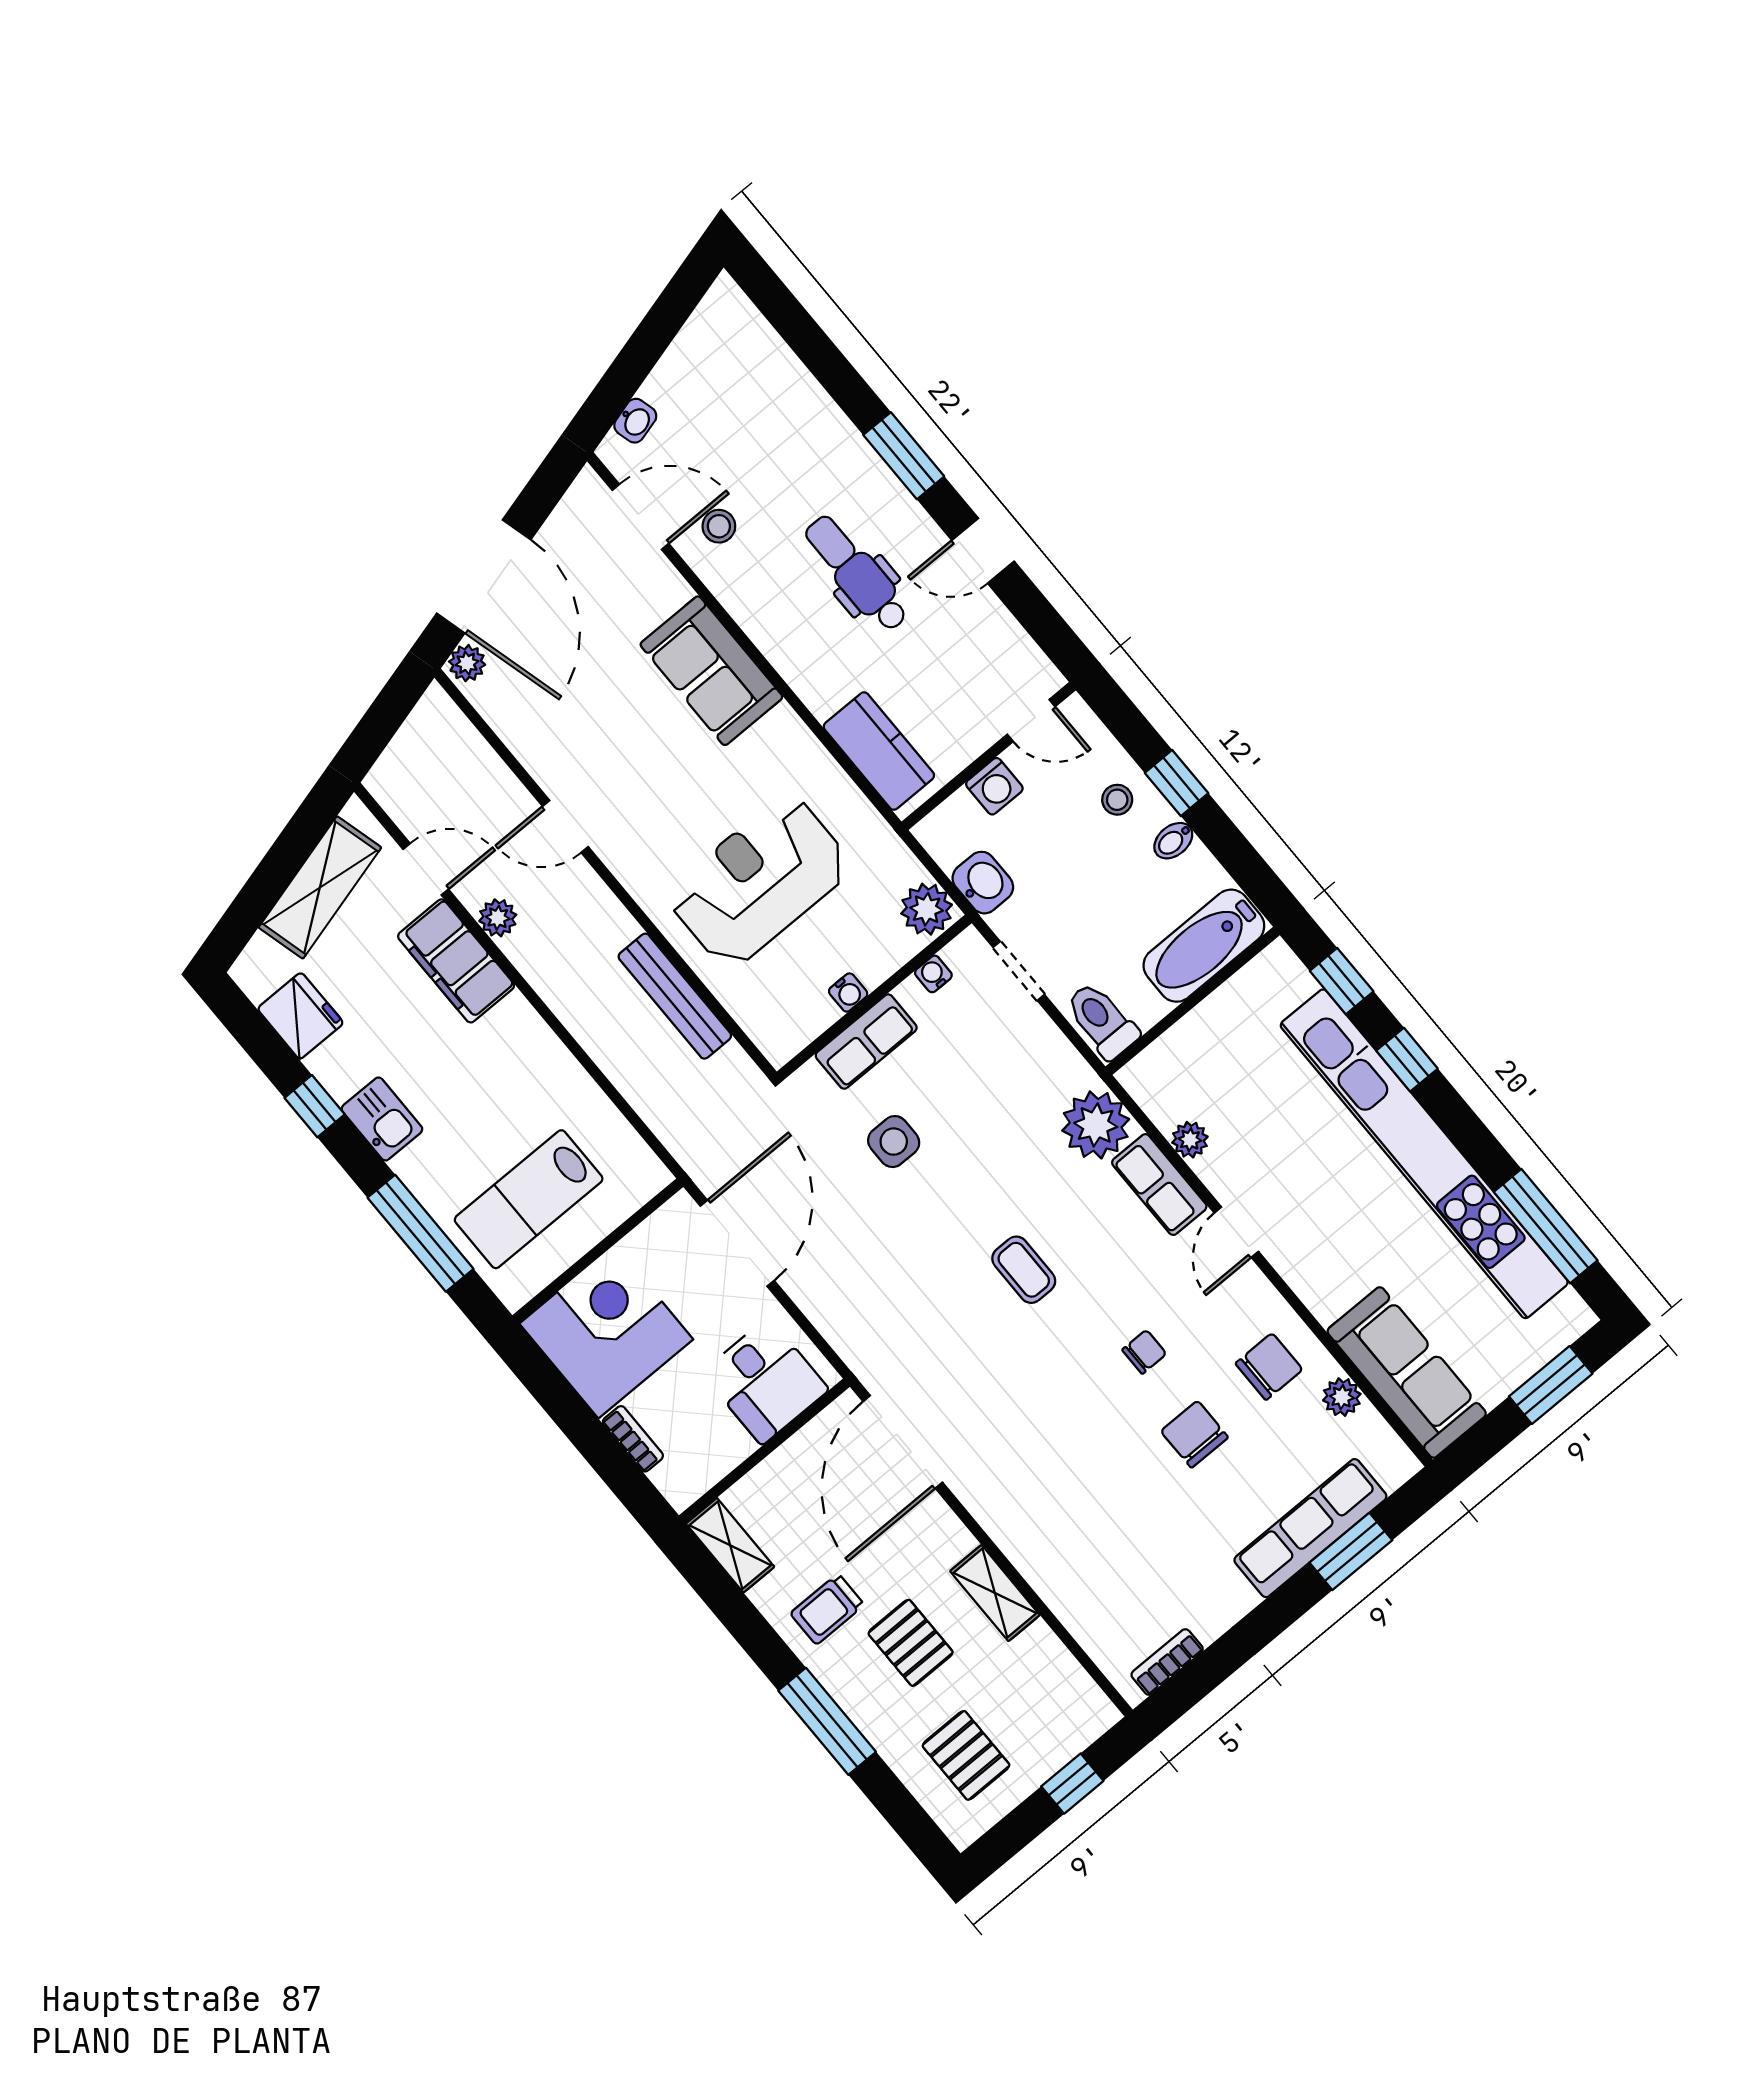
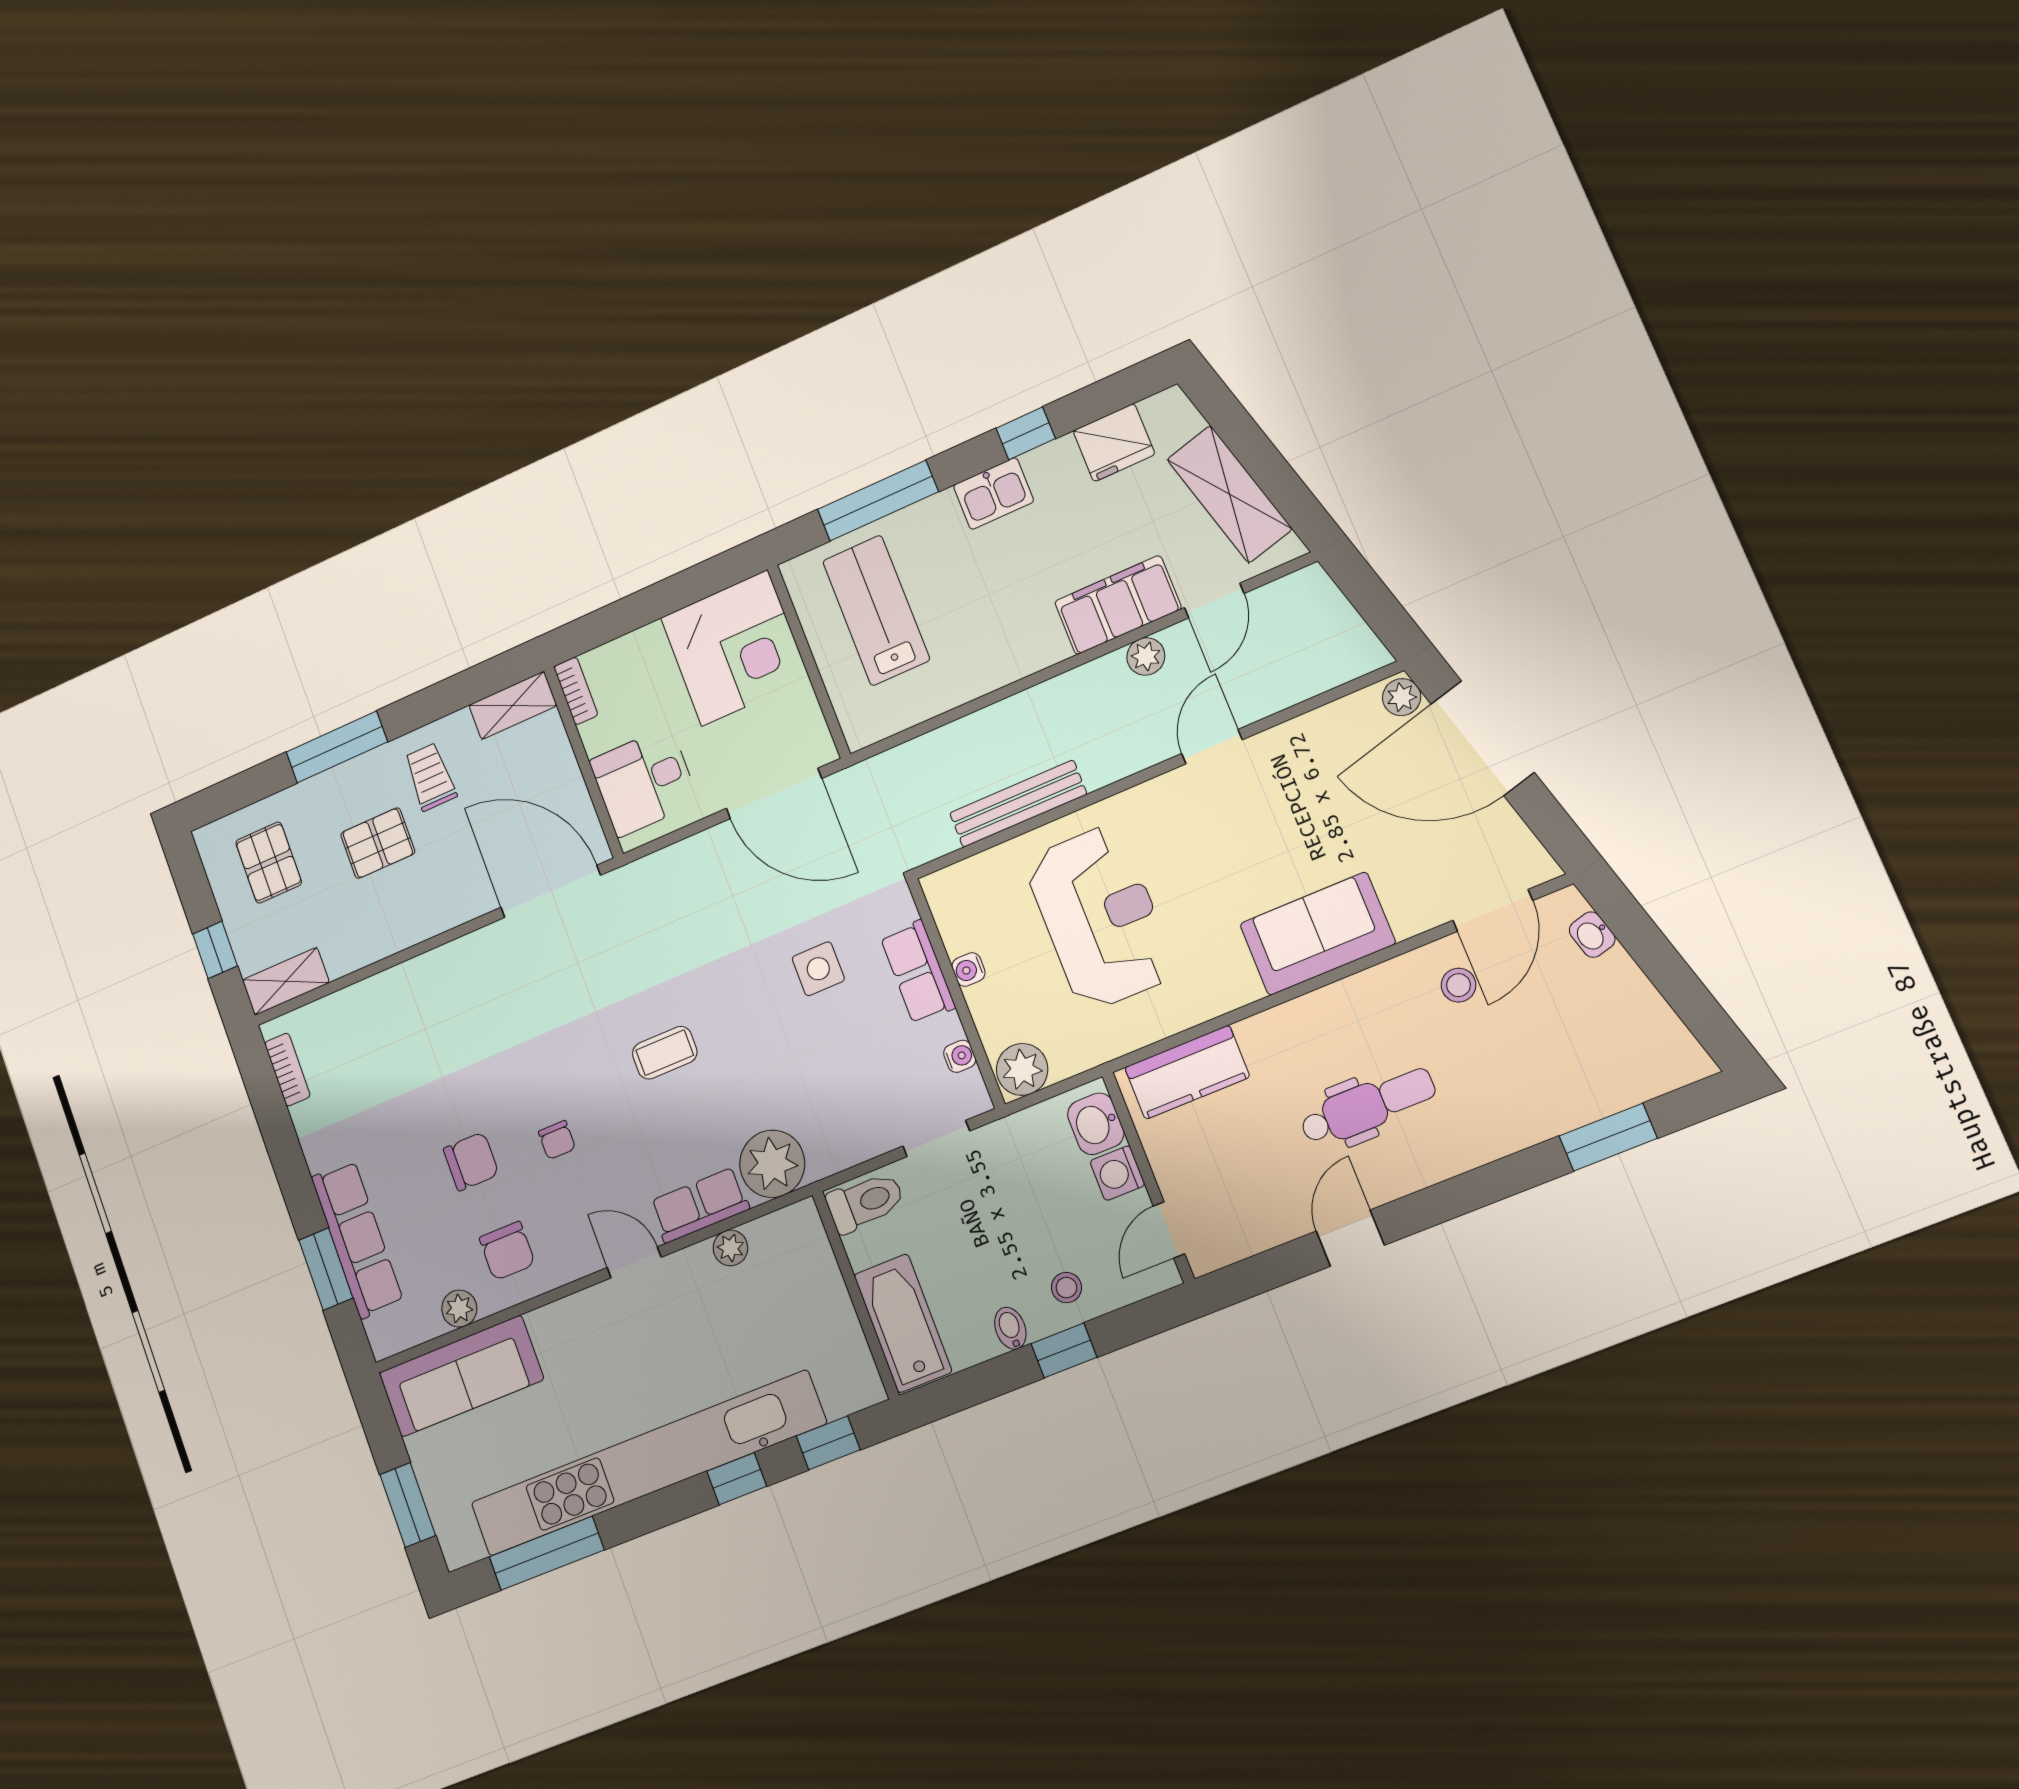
window: (904, 456) -> (1608, 1137), moved
washbasin: (983, 883) -> (1096, 1124), moved, turned 90
bookcase: (633, 1439) -> (576, 691), moved, turned -90
shelving: (995, 1593) -> (286, 981), moved
pallet: (966, 1755) -> (269, 863), turned 90

